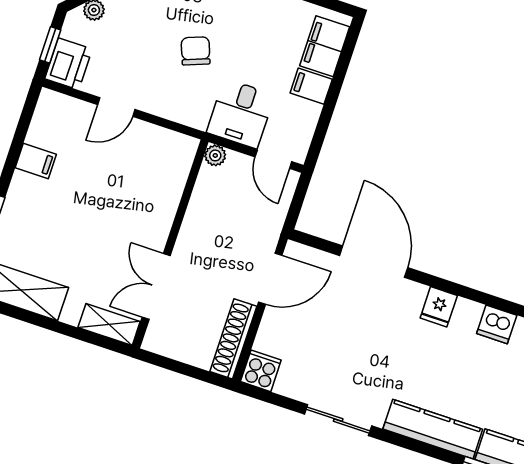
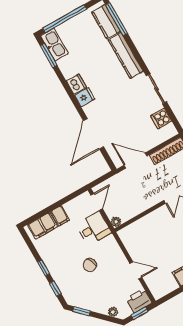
dishwasher: (497, 324) -> (76, 84), moved
cooker: (261, 371) -> (161, 118), moved

